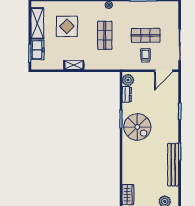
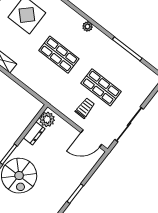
shop shelf: (105, 35) -> (59, 55), turned 90

